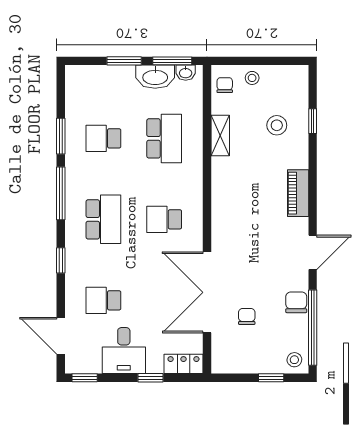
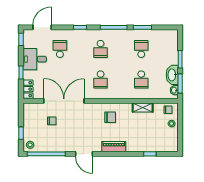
stool: (277, 125) -> (148, 136), removed
school desk: (164, 138) -> (141, 79), width x0.54
school desk: (103, 219) -> (101, 49), width x0.54
school desk: (164, 219) -> (101, 79), turned 180
chair: (296, 302) -> (110, 117), moved

